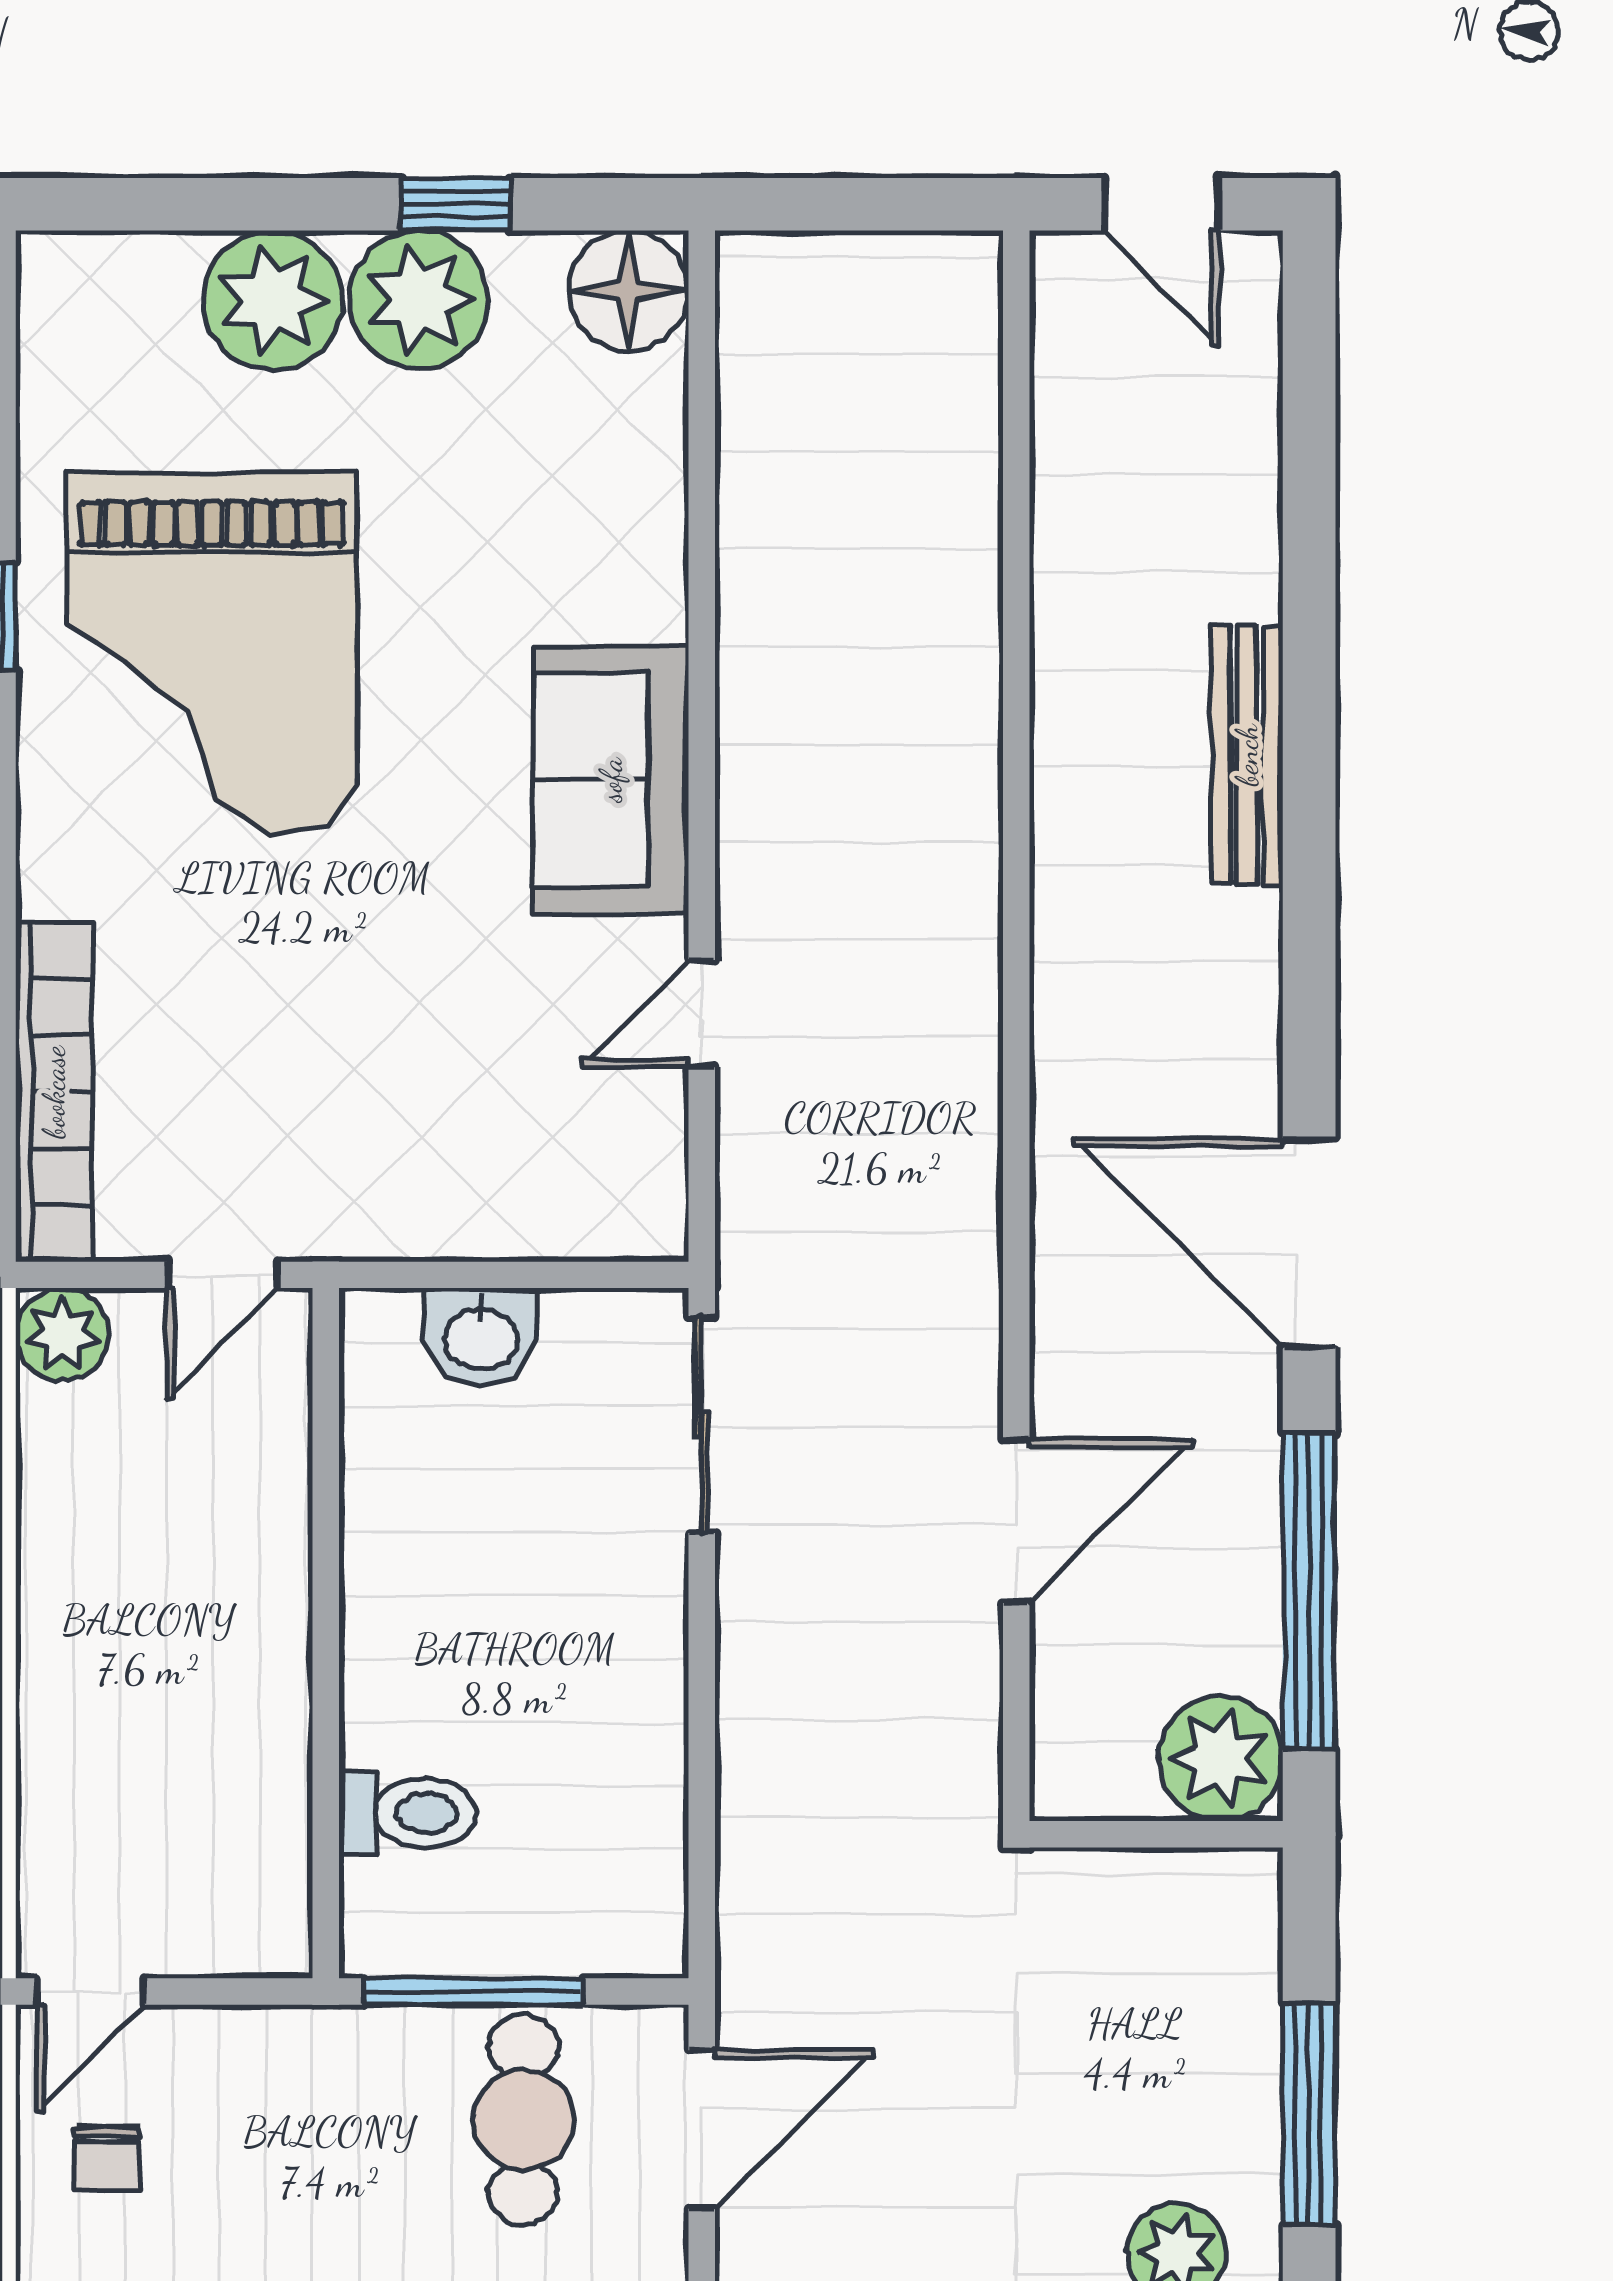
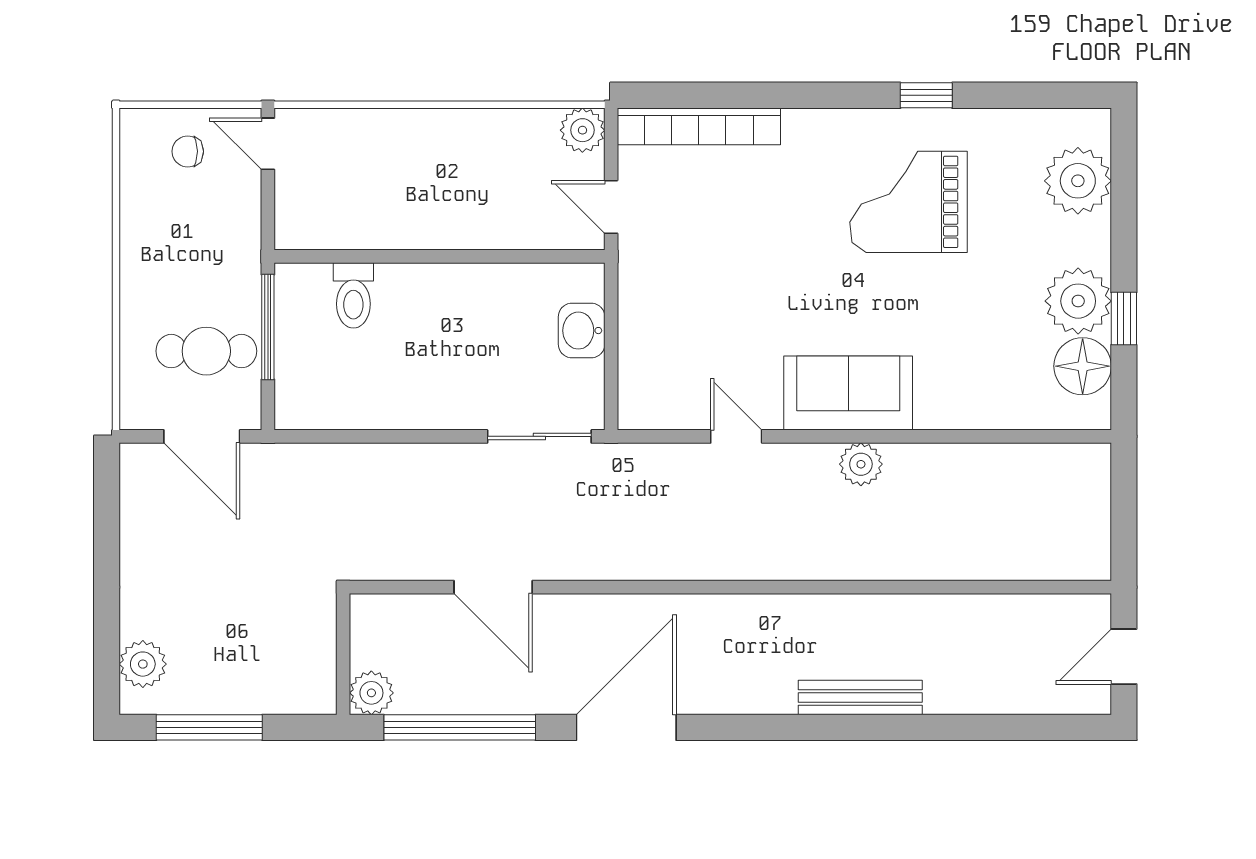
floor lamp: (629, 290) -> (1083, 366), moved
plant: (273, 300) -> (1078, 181), moved
grand piano: (212, 654) -> (908, 202), width x0.73, depth x0.68
plant: (760, 753) -> (861, 464), added
plant: (1220, 1759) -> (371, 693), width x0.73, depth x0.73

